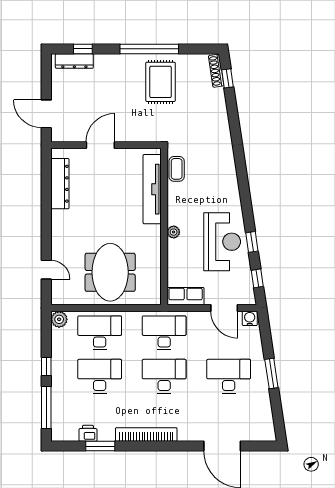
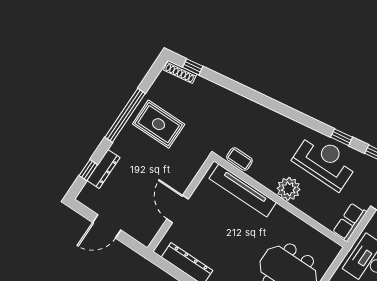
dresser: (74, 61) -> (104, 169), moved
door: (46, 114) -> (107, 226), moved
plant: (174, 232) -> (289, 189), width x1.87, depth x1.87

